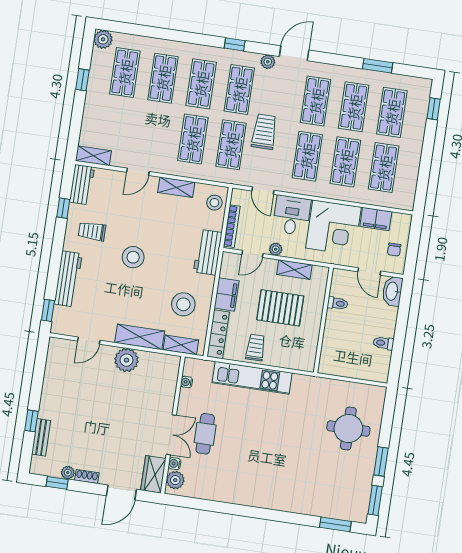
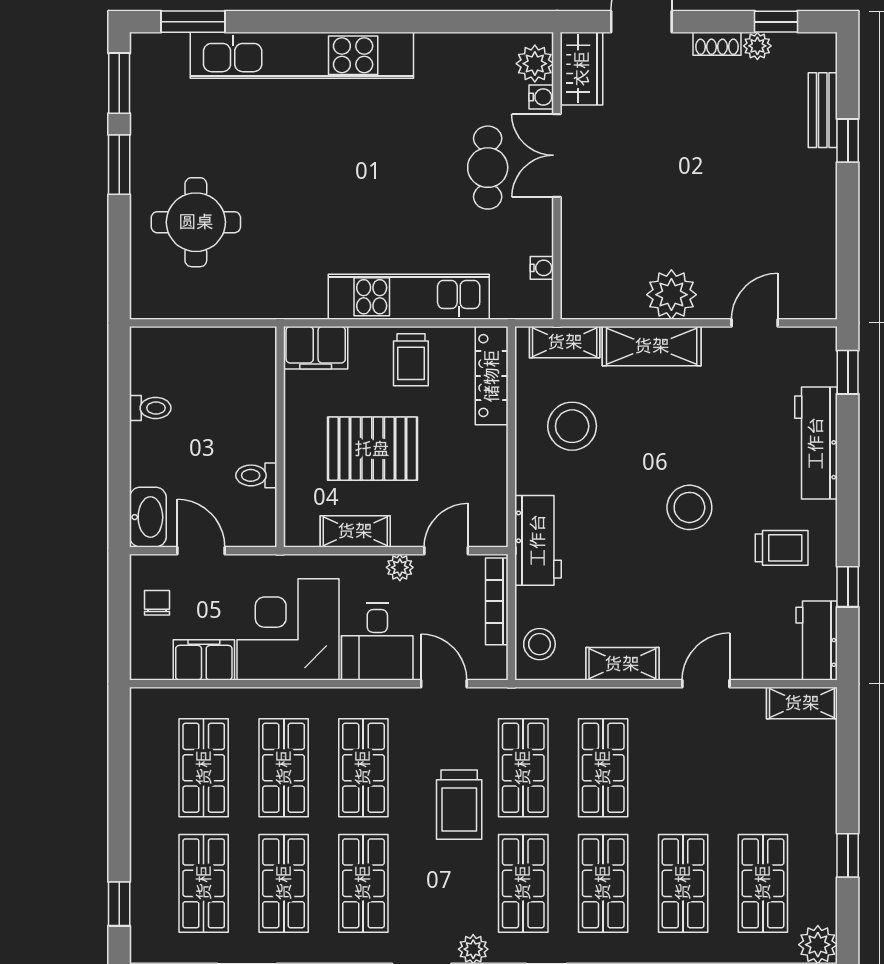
filing cabinet: (227, 294) -> (316, 348), moved, turned -90
kitchen unit: (286, 501) -> (302, 55), added

